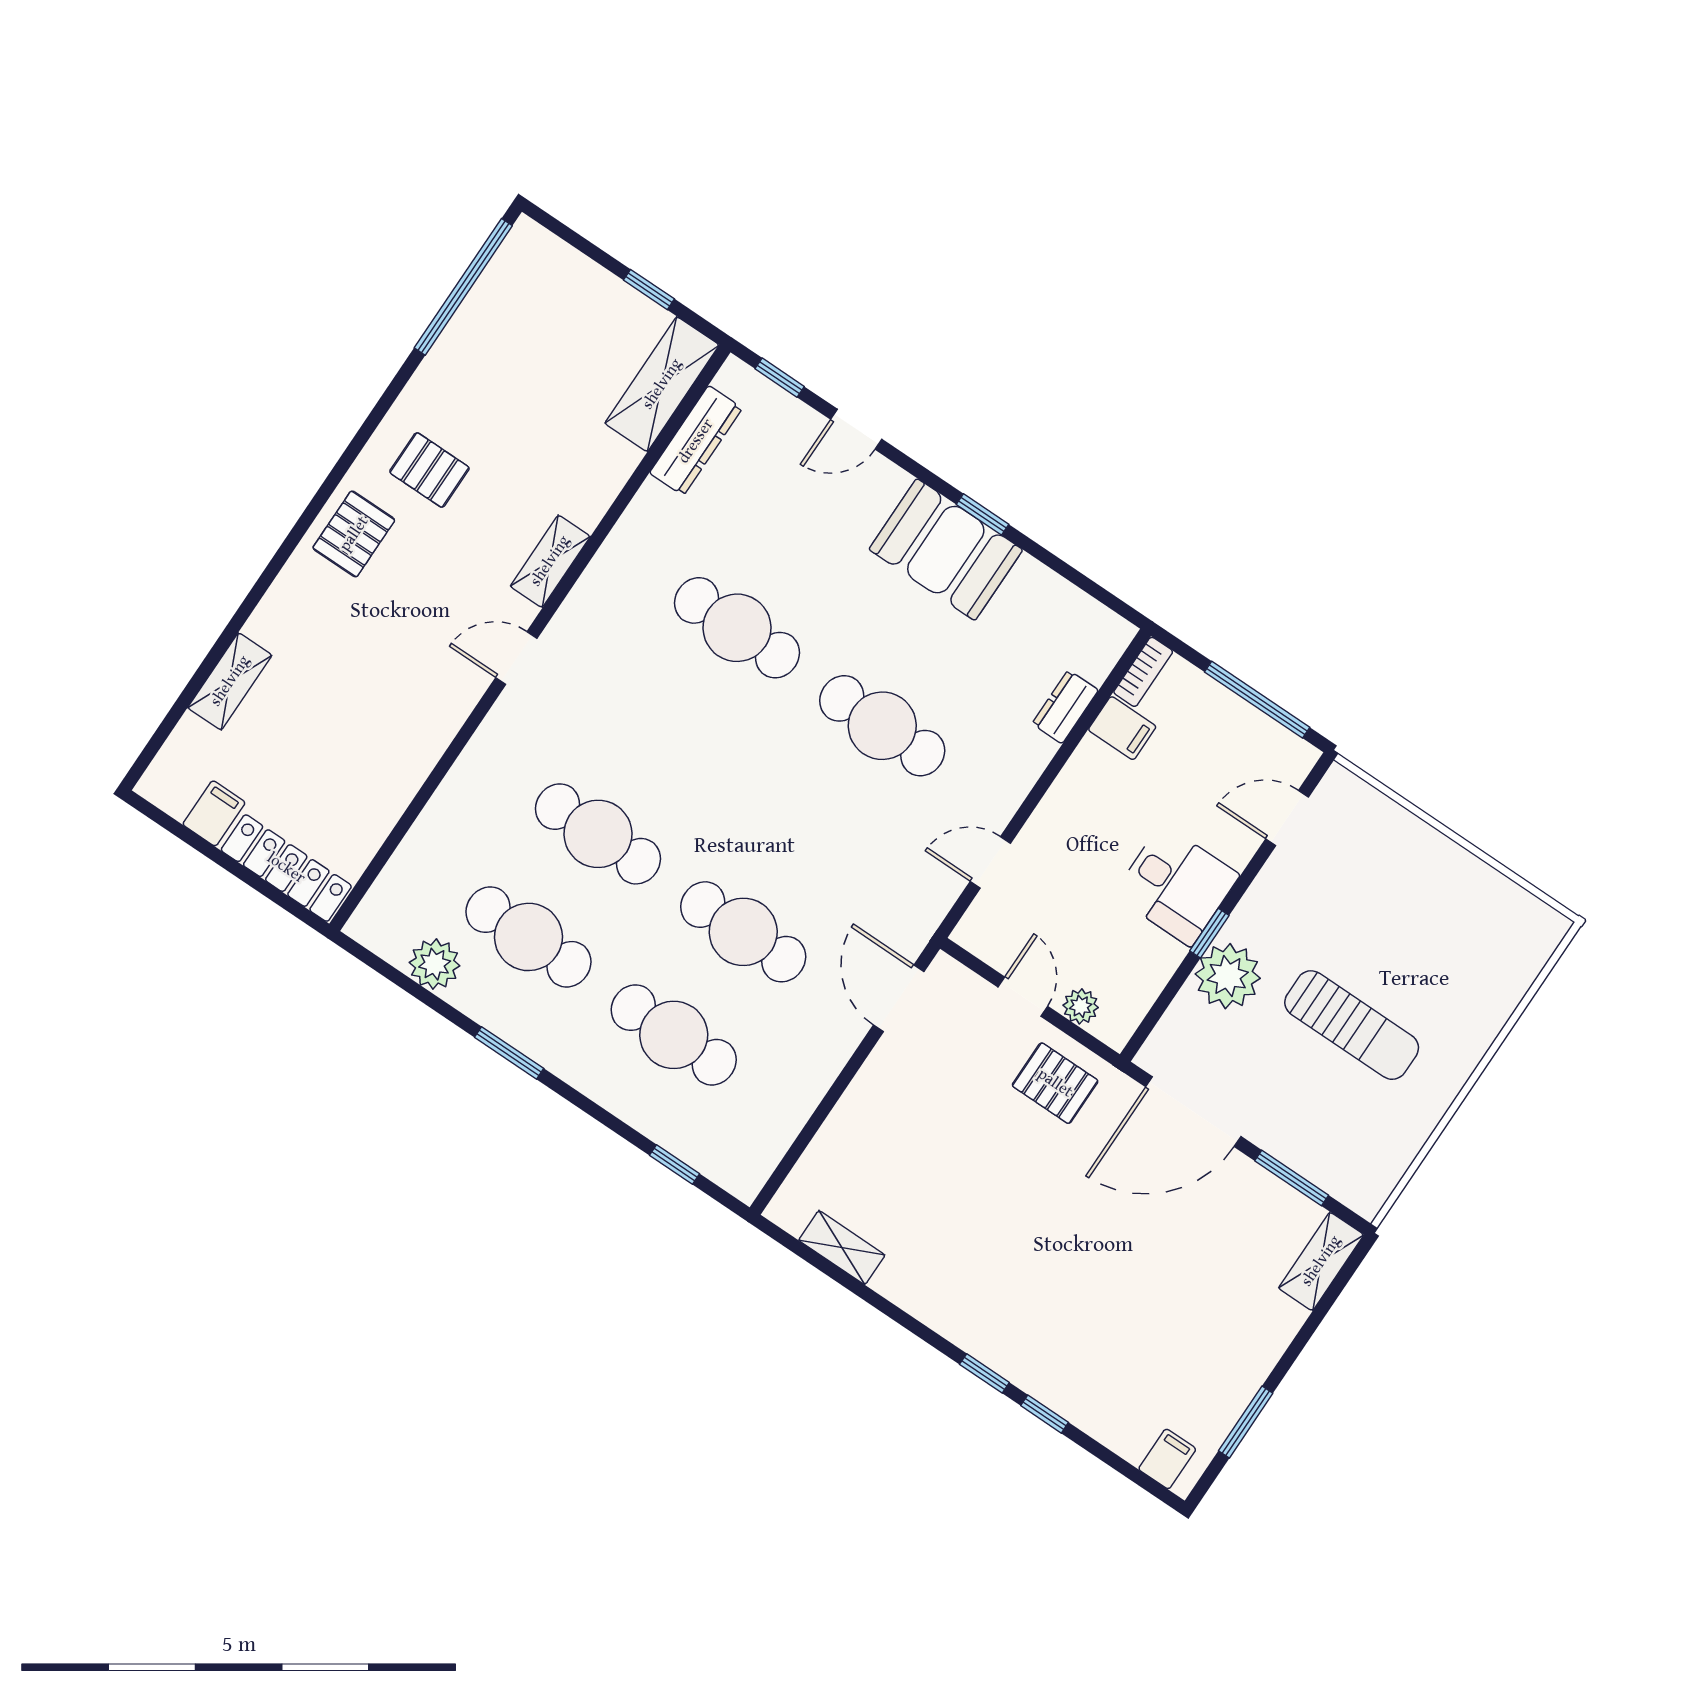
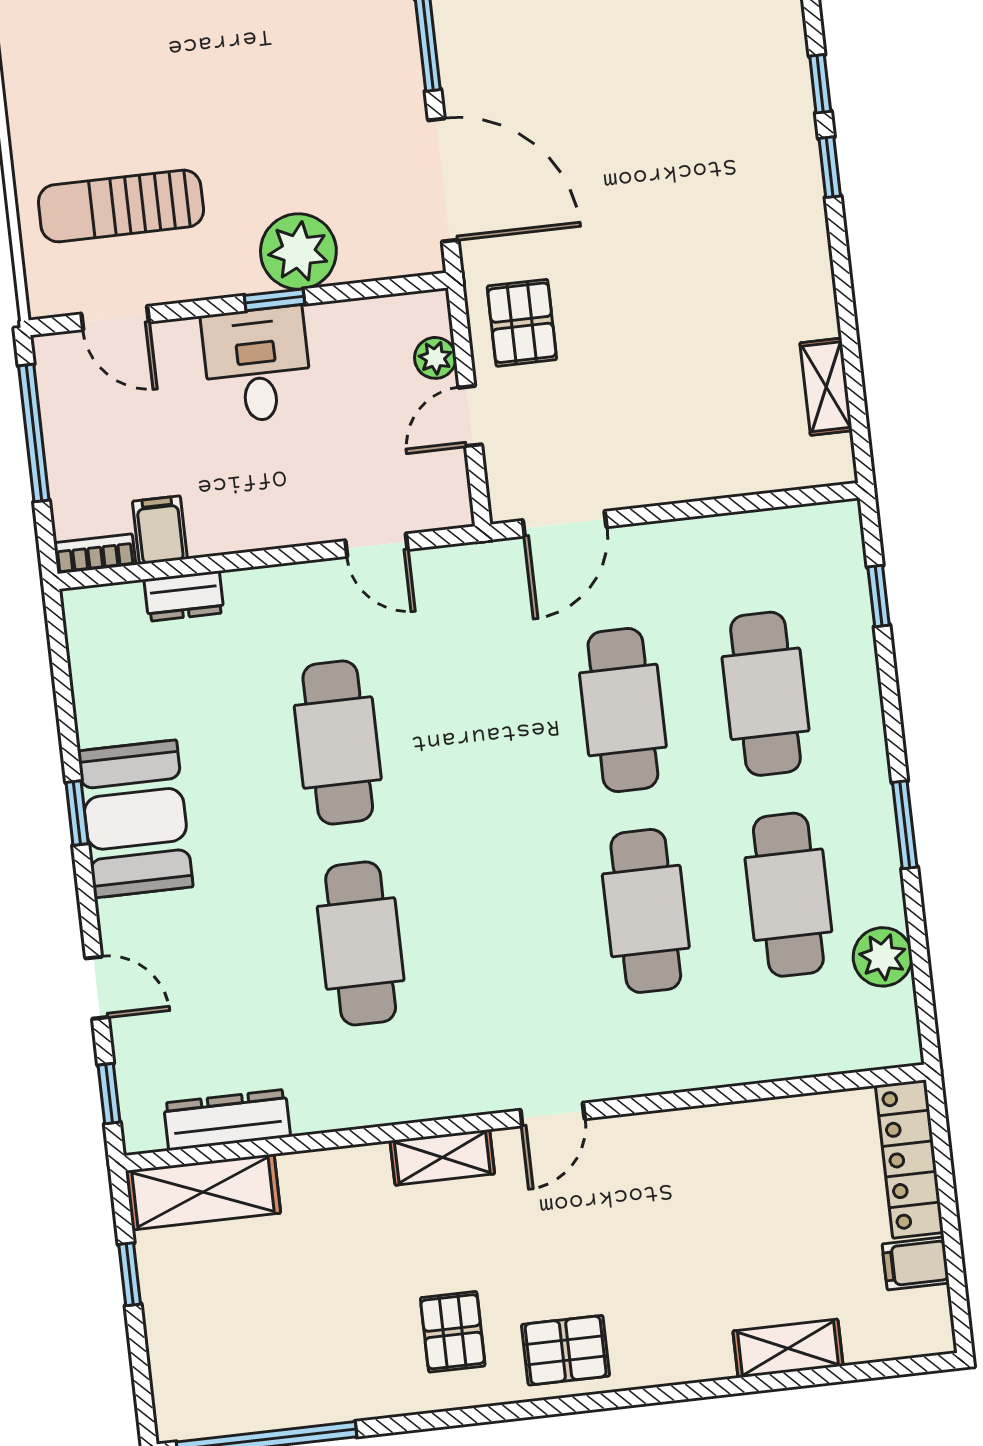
door: (516, 658) -> (553, 1115), hinge flipped
sun lounger: (1352, 1025) -> (121, 206), moved, turned -90

